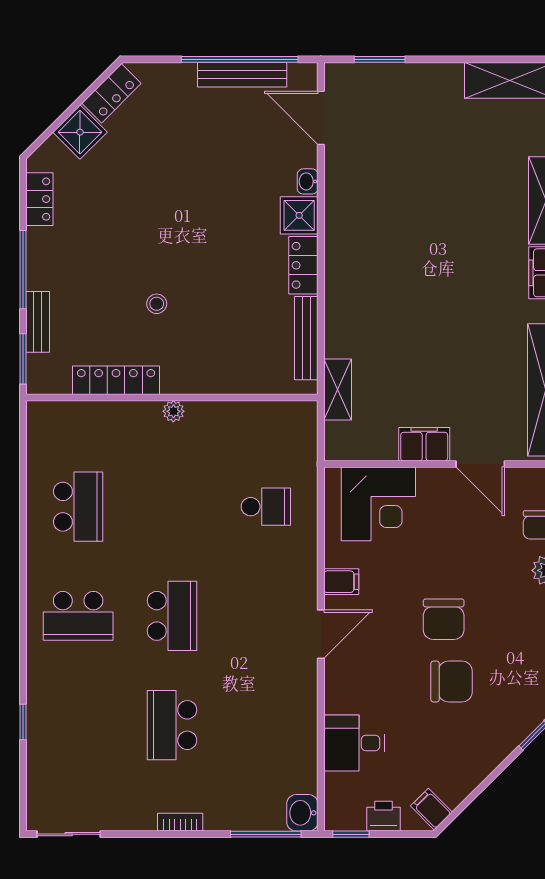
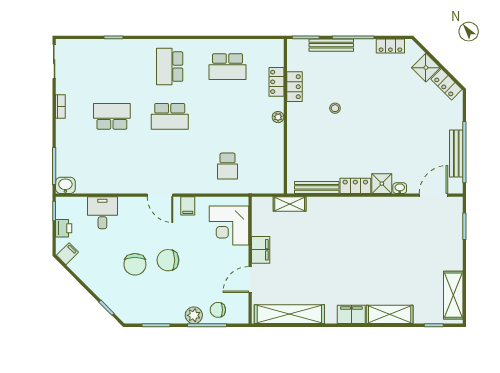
bench: (38, 322) -> (331, 45), width x1.36
locker: (116, 380) -> (294, 87), width x0.66
locker: (107, 414) -> (276, 82), added
bookcase: (180, 822) -> (60, 107), moved

